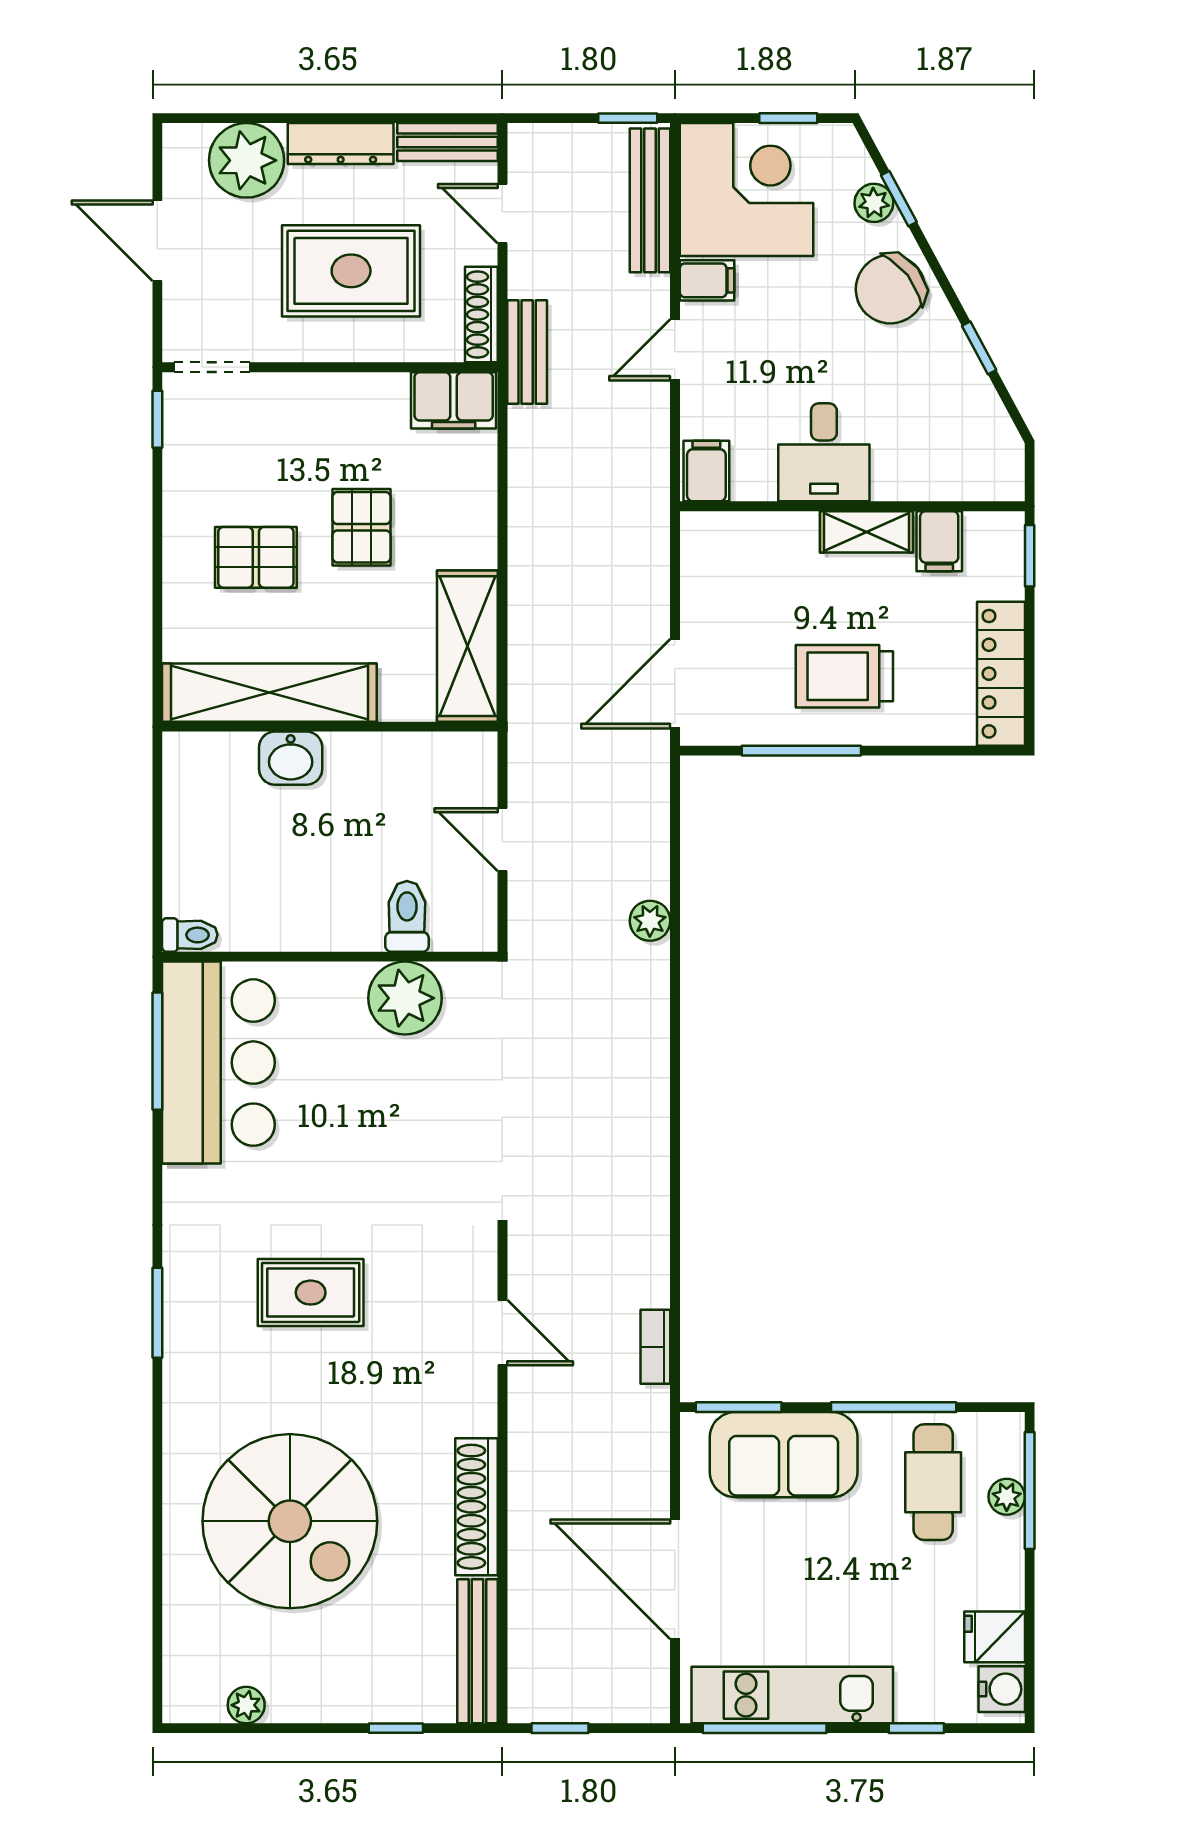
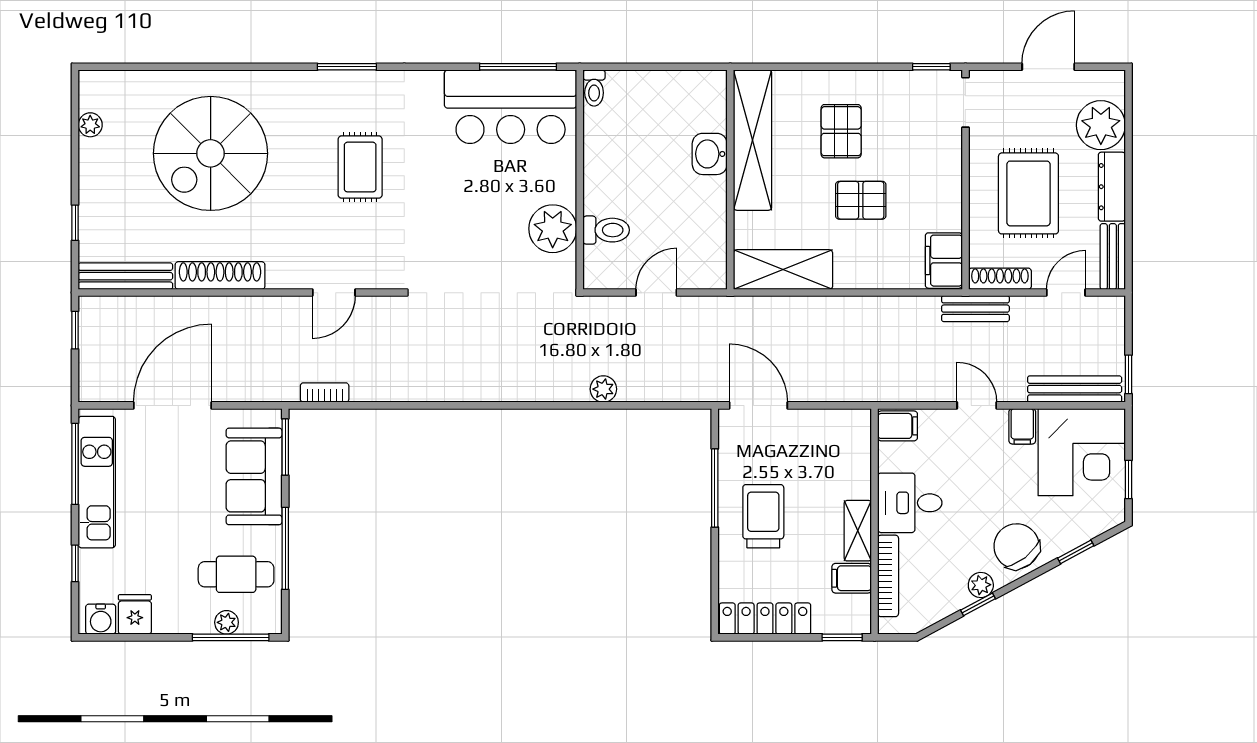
plant: (874, 203) -> (981, 585), moved
bookcase: (936, 485) -> (888, 576), added

